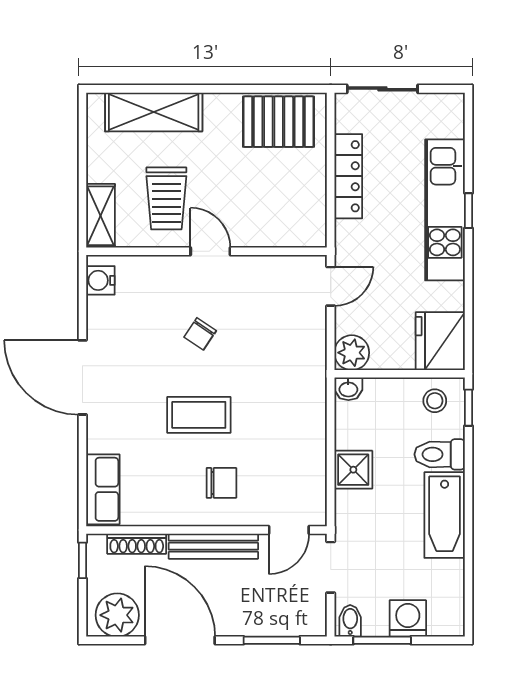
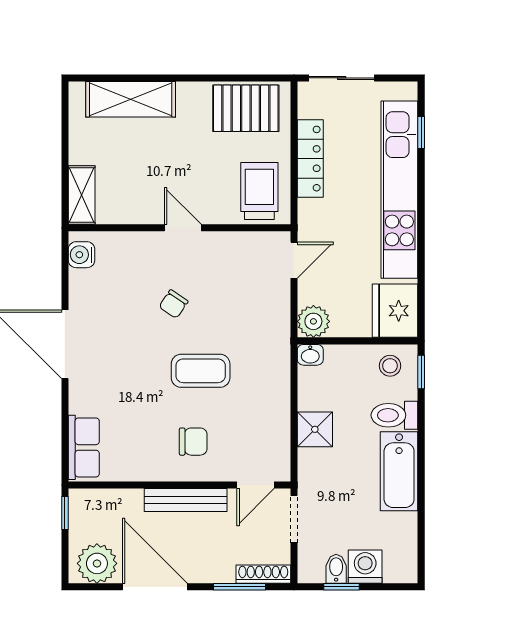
trolley: (166, 198) -> (259, 191), moved, turned 180
kitchen unit: (445, 210) -> (399, 190), width x1.36
window: (468, 211) -> (421, 132), moved
coffee table: (199, 415) -> (201, 371), moved
shoe rack: (137, 544) -> (263, 574), moved, turned 180
bidet: (350, 621) -> (336, 569), moved
window: (382, 640) -> (341, 587), width x0.67

